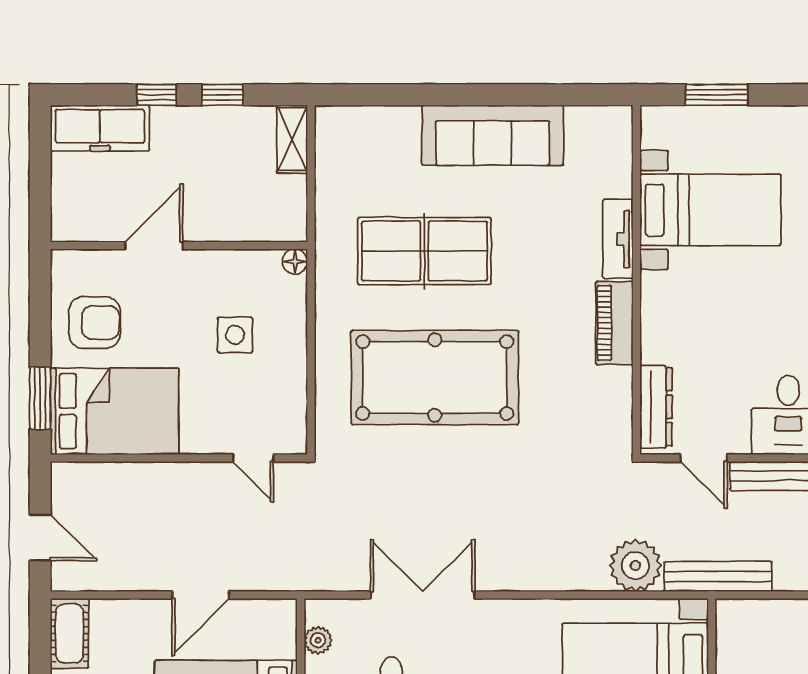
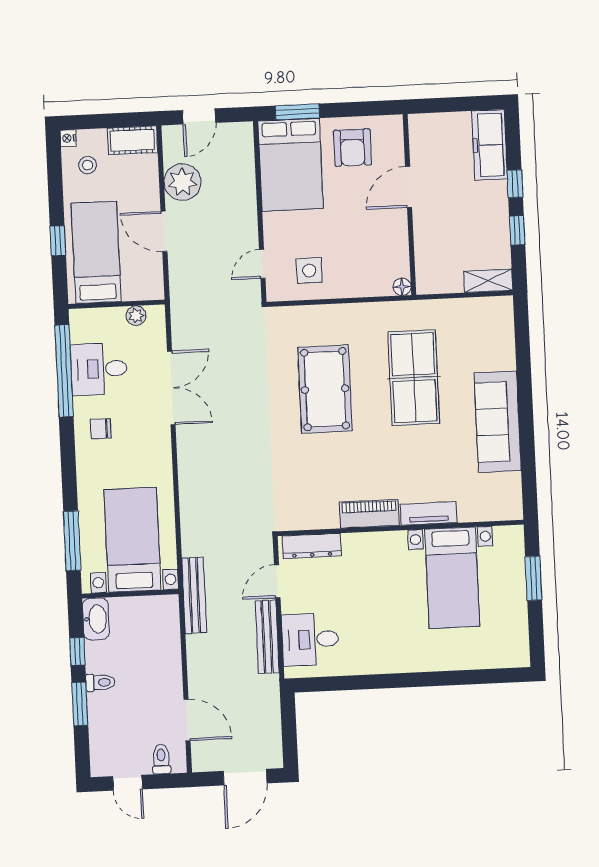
door: (154, 246) -> (409, 187), swing flipped
side table: (235, 335) -> (309, 271), moved
pool table: (435, 378) -> (325, 389), width x0.73, depth x0.76
plant: (635, 566) -> (182, 182), moved

